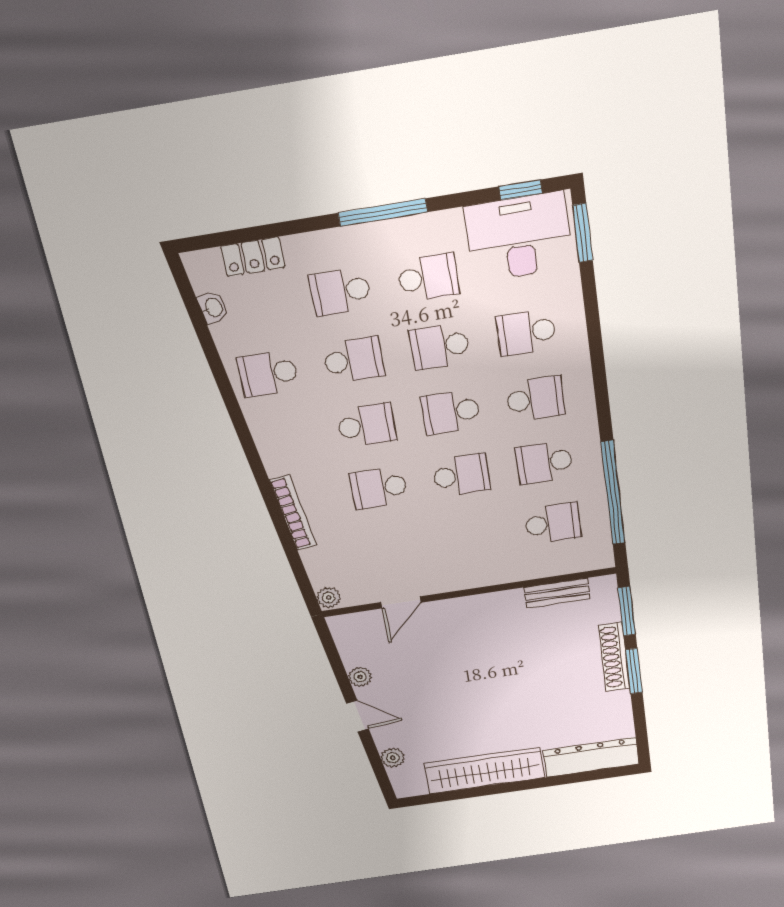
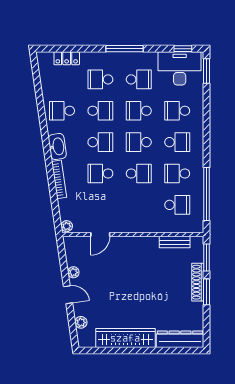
washbasin: (213, 308) -> (57, 146), moved, width x1.91, depth x1.45

